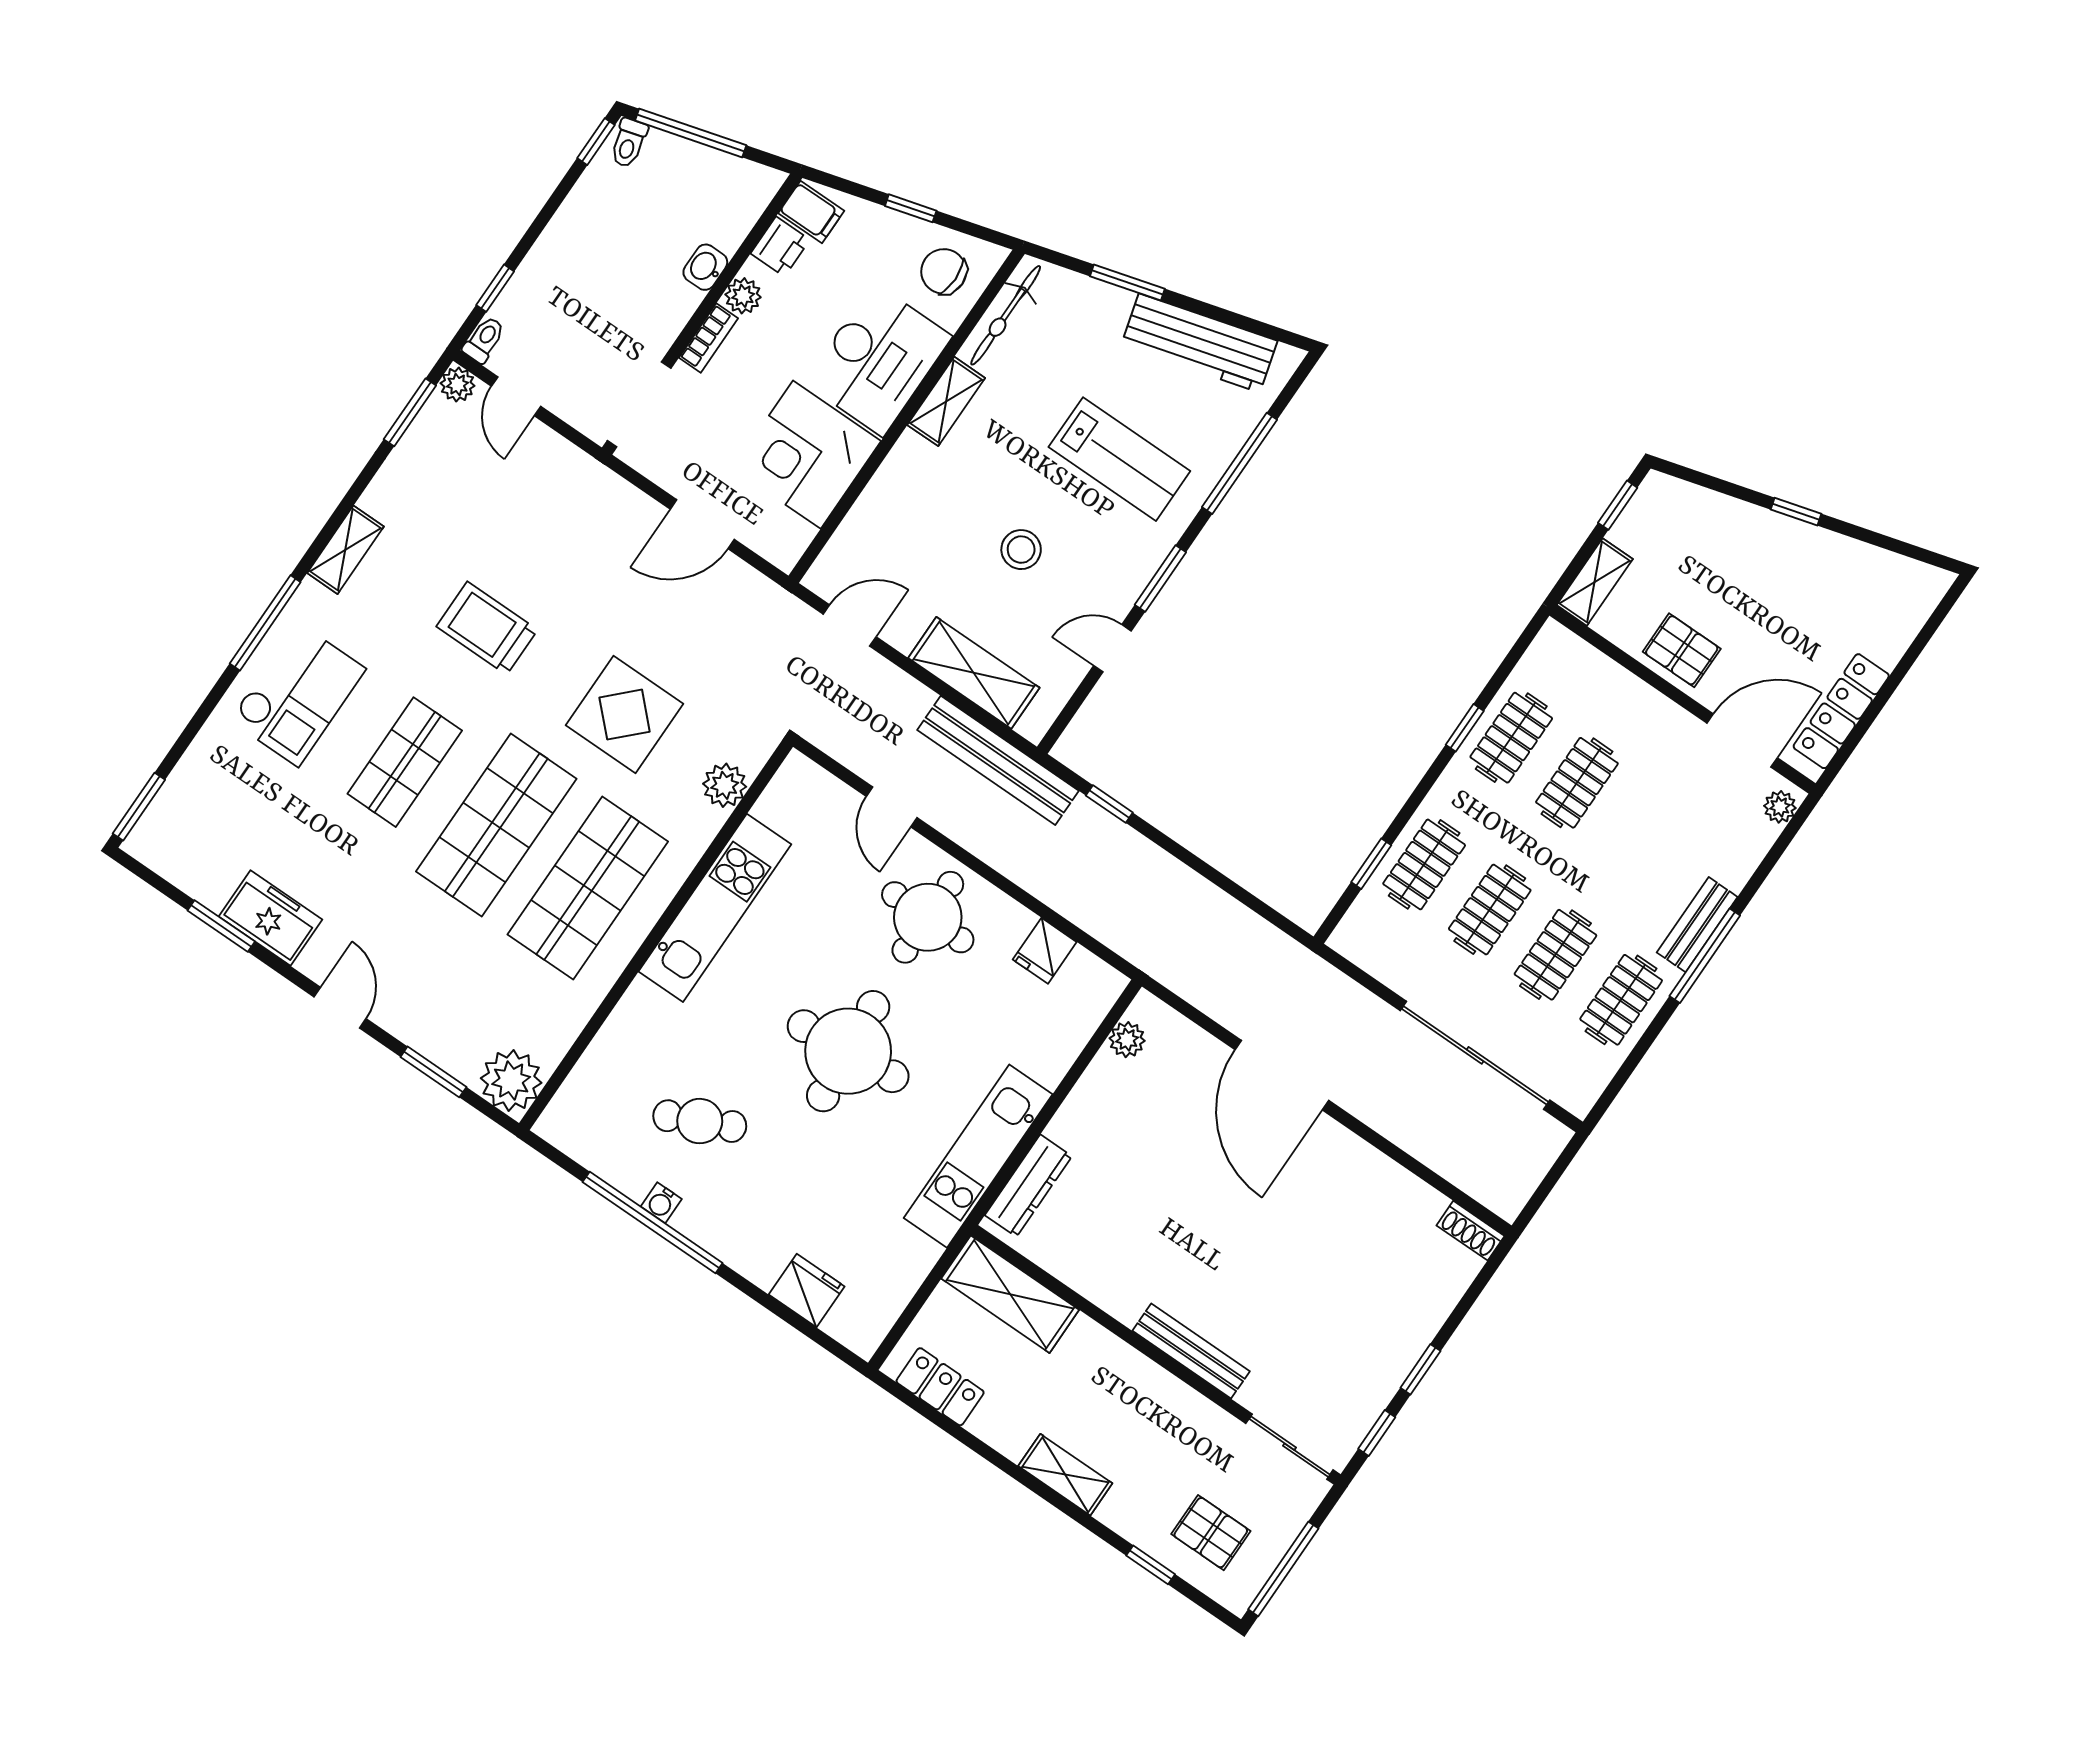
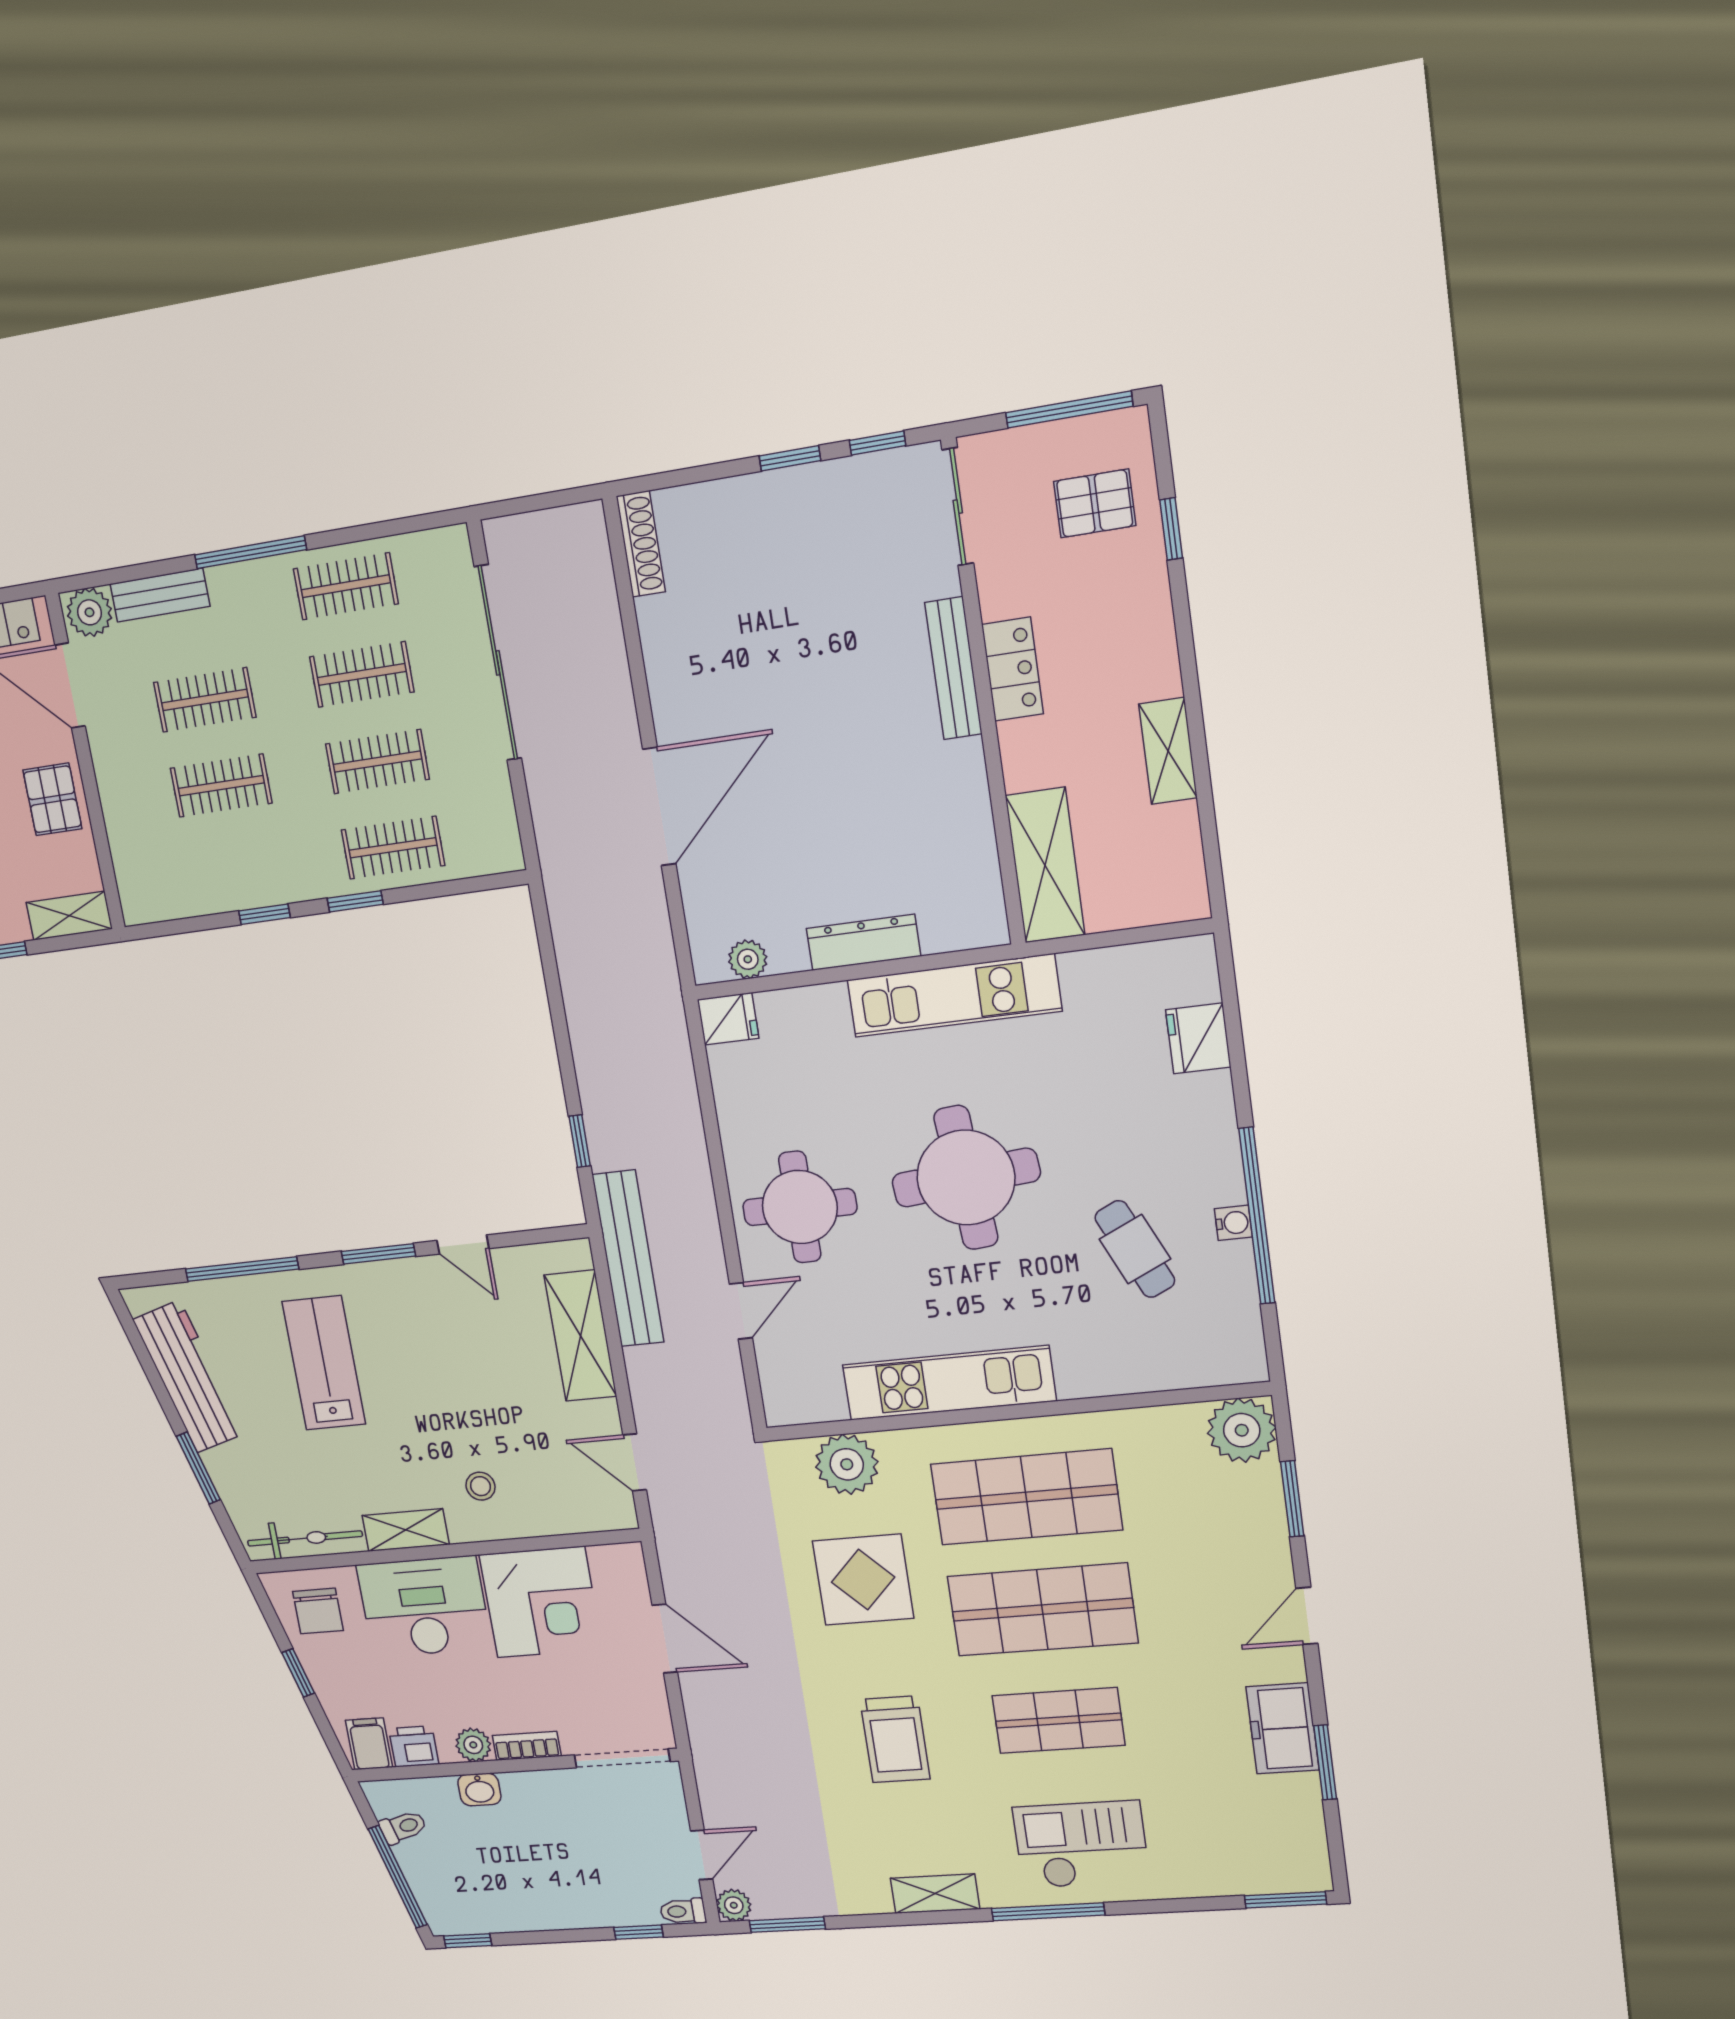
toilet: (629, 143) -> (403, 1827), moved
stool: (1021, 550) -> (480, 1486), moved, width x0.73, depth x0.73
clothes rail: (1511, 738) -> (205, 700), moved
plant: (725, 785) -> (847, 1464), width x1.36, depth x1.36
plant: (1780, 807) -> (89, 612), width x1.38, depth x1.38
window: (1371, 864) -> (355, 901), moved
bench: (1697, 925) -> (160, 595), moved
fridge: (1045, 951) -> (728, 1019), moved
dresser: (1028, 1186) -> (863, 942), moved
shoe rack: (1471, 1231) -> (641, 544), width x1.43
locker: (940, 1387) -> (1012, 669), moved, turned 180
shelving: (1065, 1475) -> (1168, 751), moved
pallet: (1211, 1533) -> (1095, 503), turned 90

